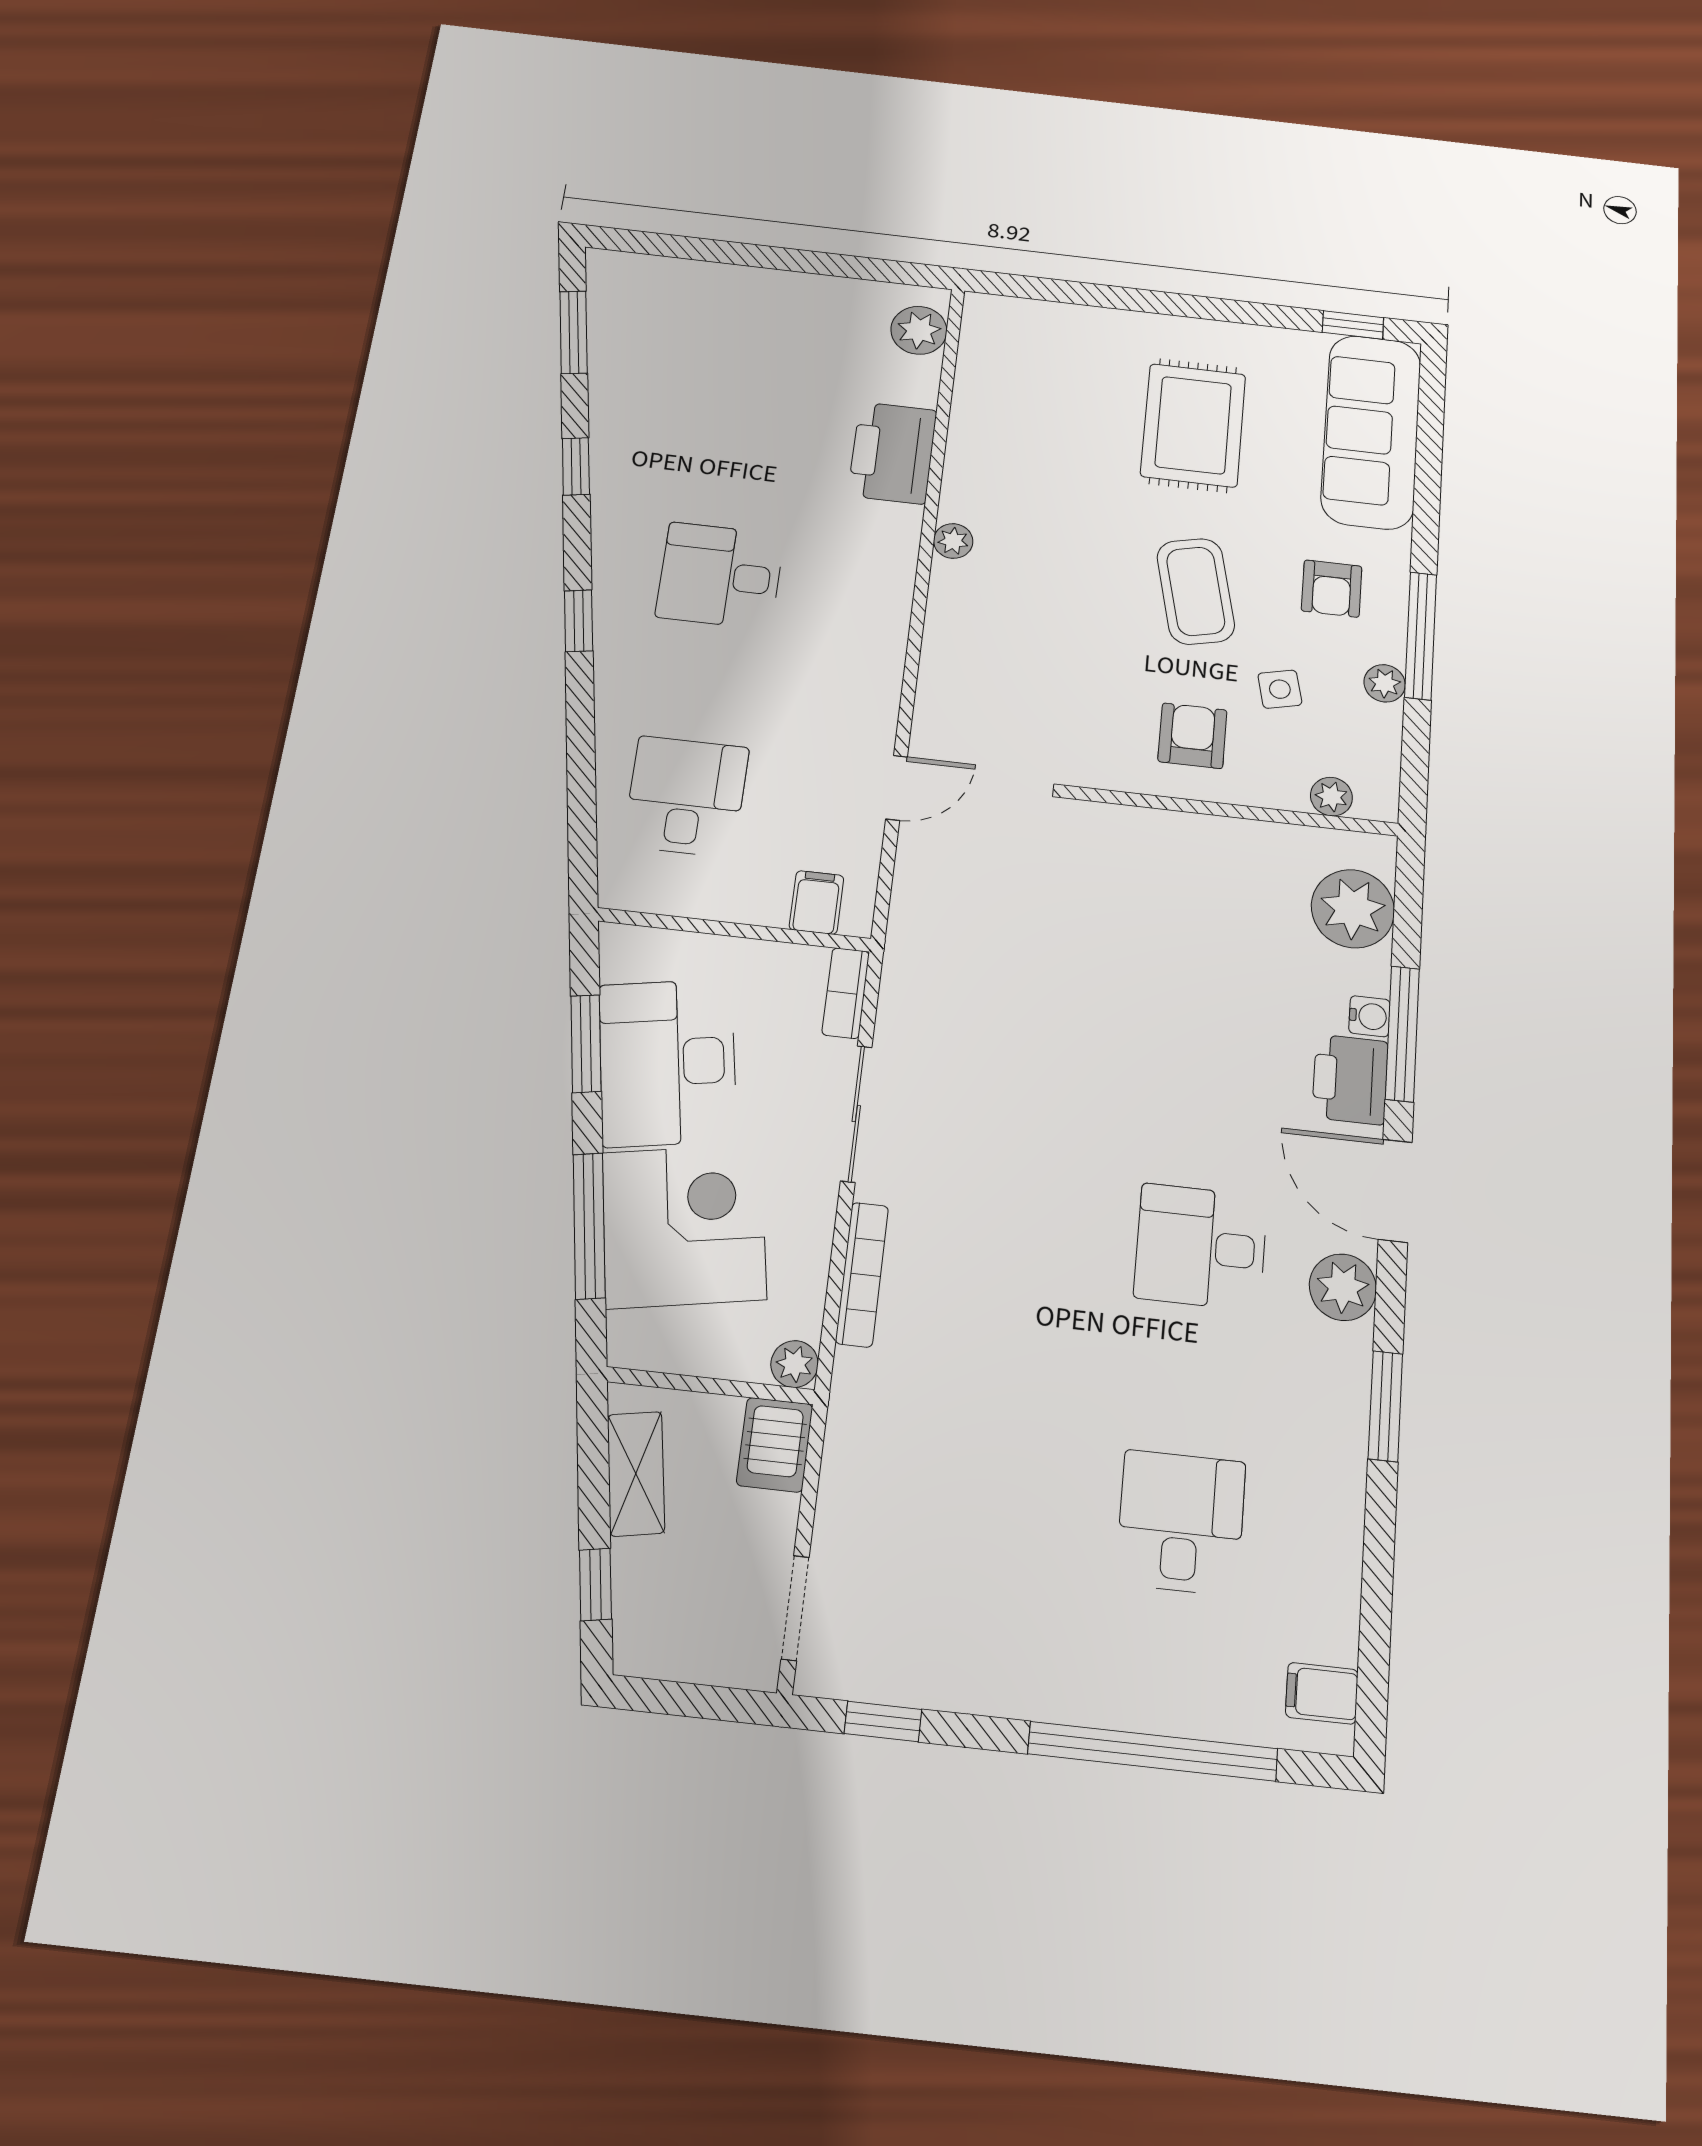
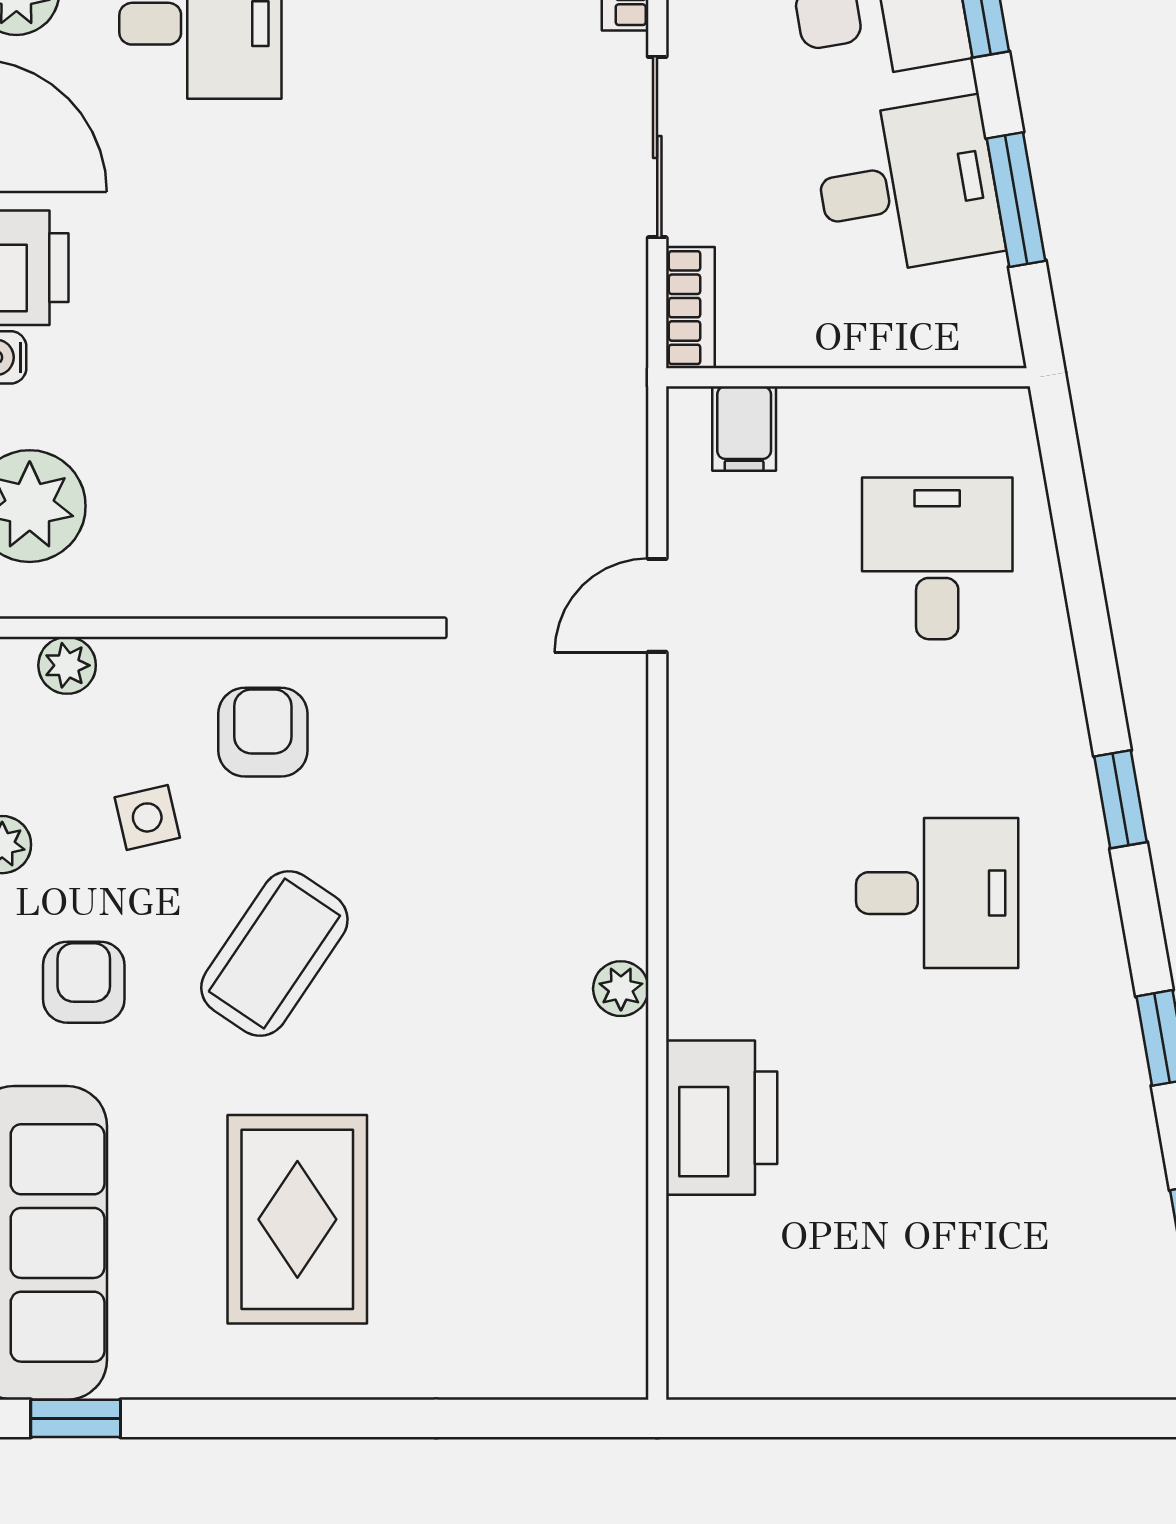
plant: (919, 330) -> (707, 1324), removed
coffee table: (1196, 591) -> (274, 953), turned 47
armchair: (1192, 736) -> (263, 732), turned 180
desk: (686, 796) -> (937, 558), turned 180
desk: (668, 1062) -> (908, 187), width x0.73

